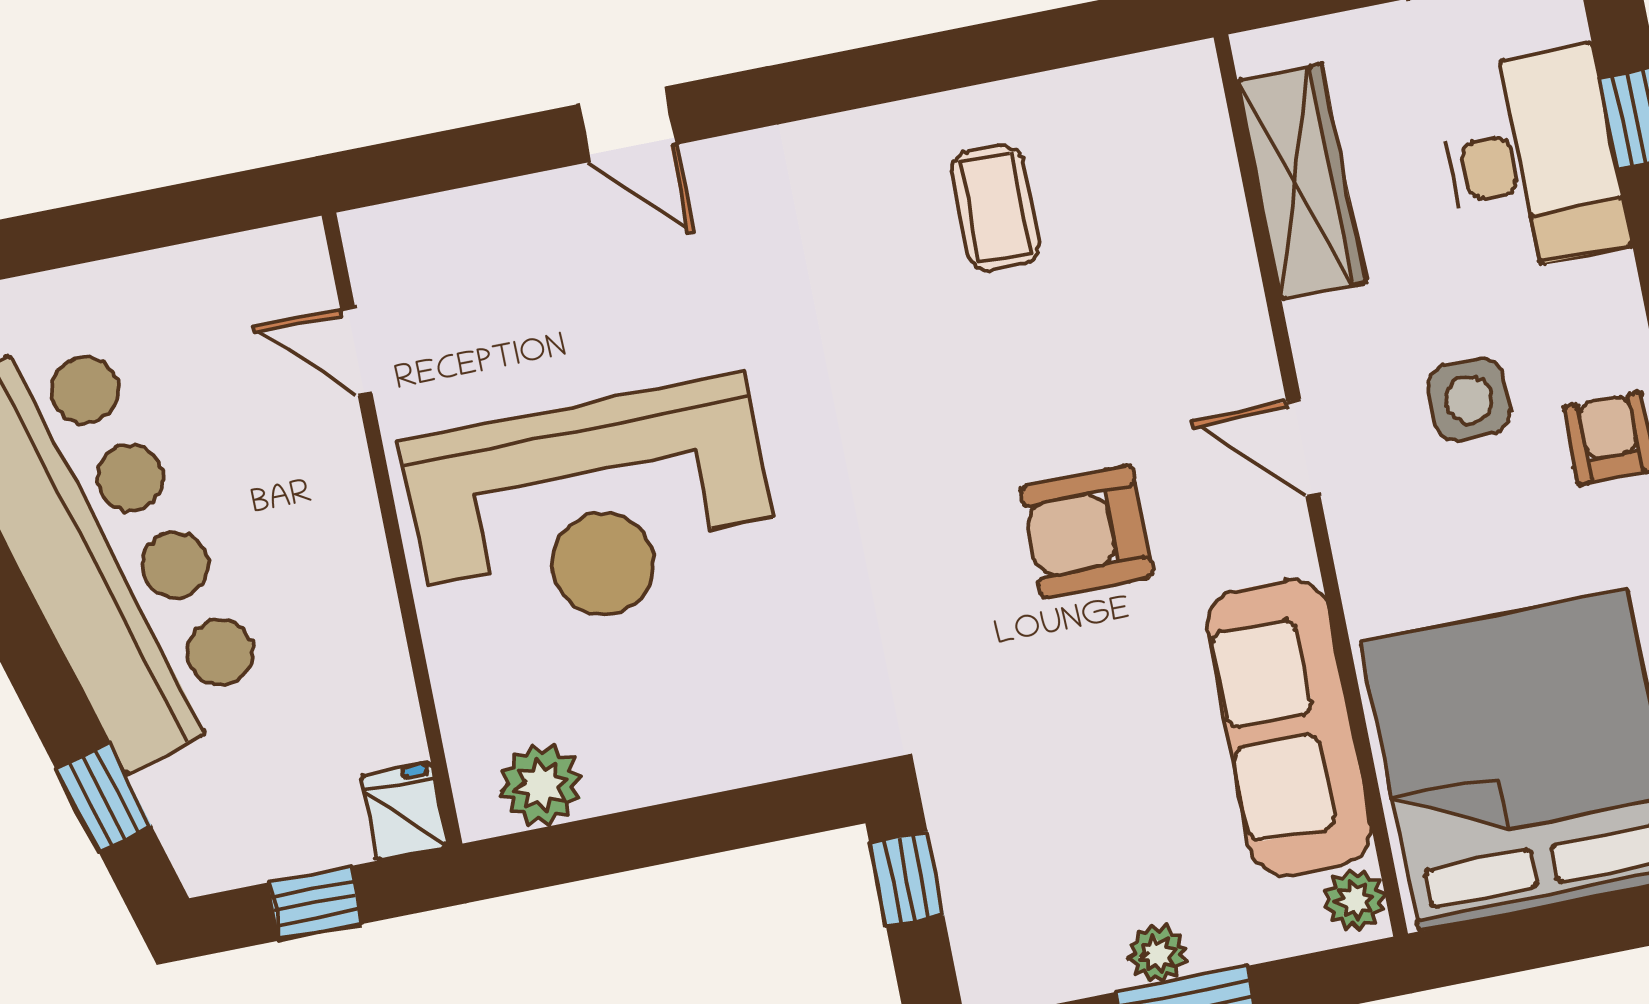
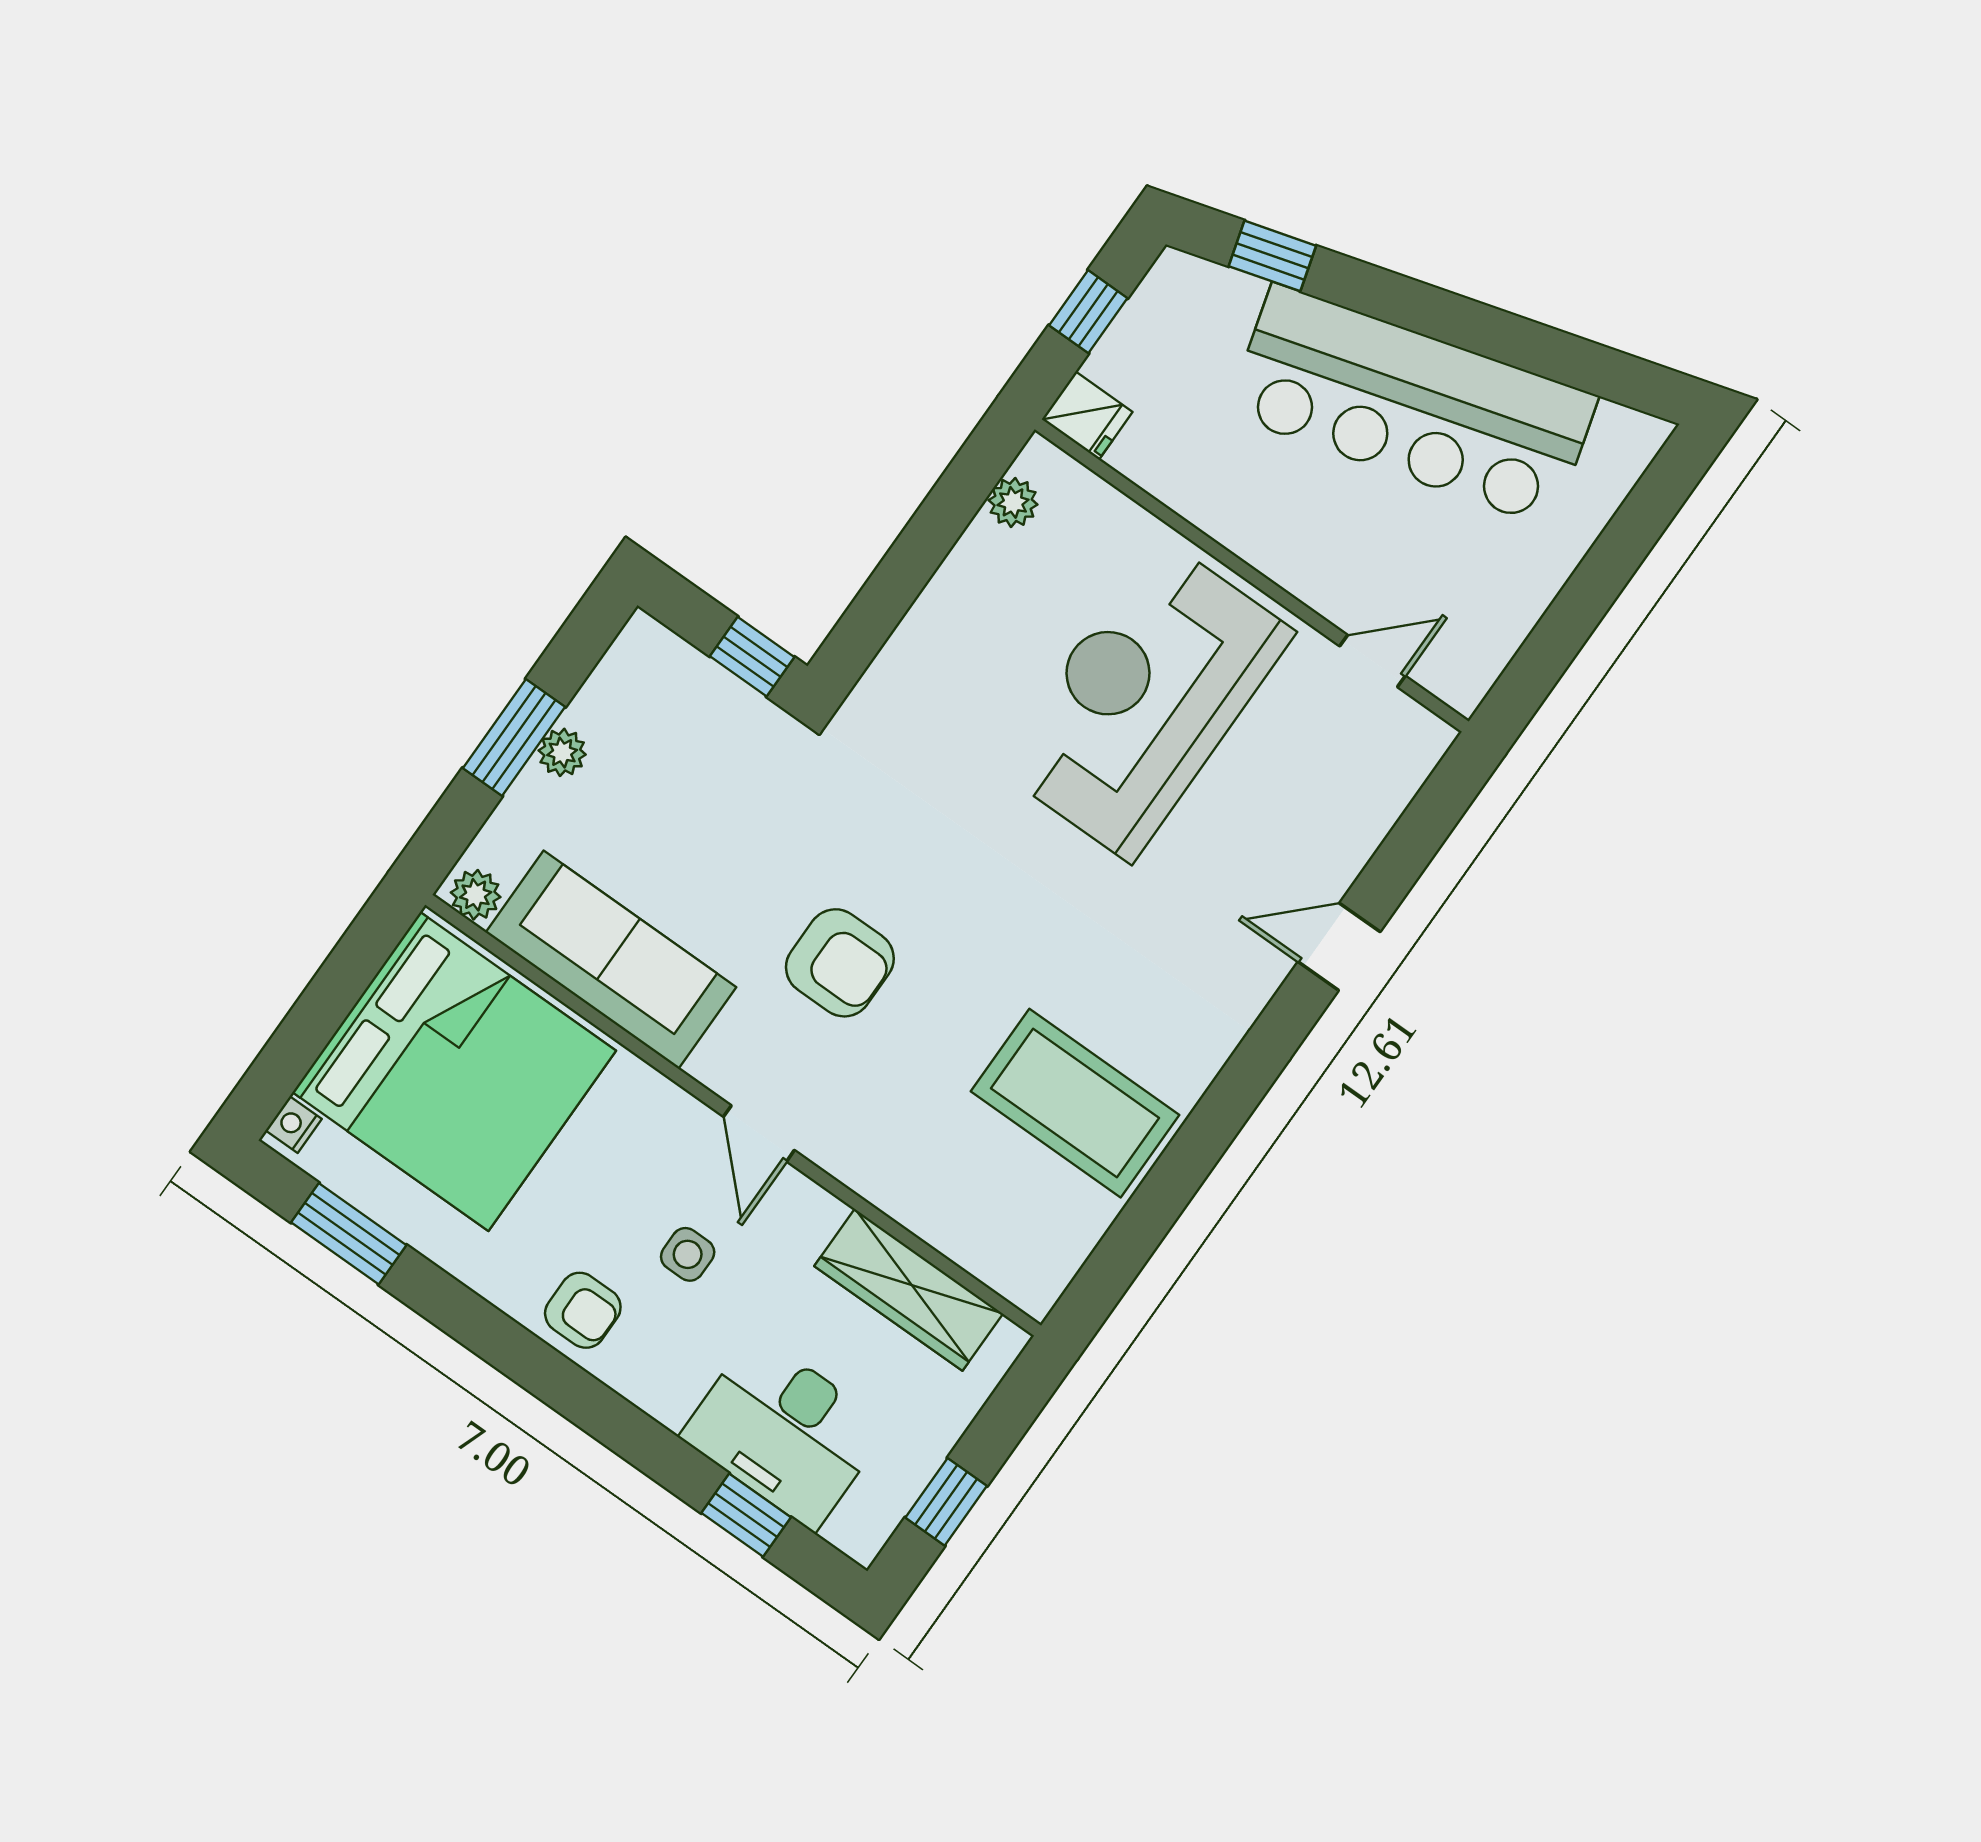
coffee table: (995, 208) -> (1075, 1103), width x1.86, depth x1.72
side table: (1469, 400) -> (688, 1254), width x0.73, depth x0.73
door: (1303, 448) -> (759, 1133), swing flipped
armchair: (1087, 531) -> (840, 963), turned 90
plant: (541, 785) -> (1013, 502), width x0.73, depth x0.73

